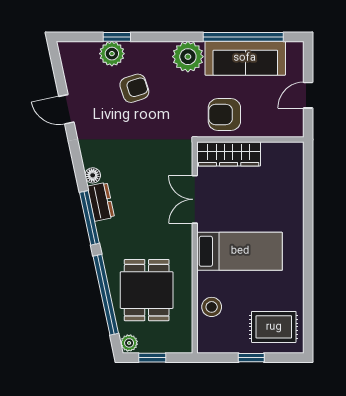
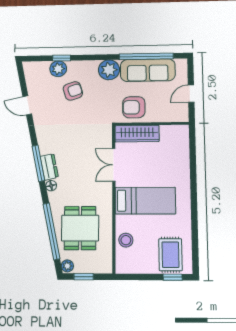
floor lamp: (93, 175) -> (51, 186), moved
window: (89, 218) -> (38, 163), moved
rug: (274, 327) -> (170, 255), turned 90
window: (251, 358) -> (173, 277), moved

